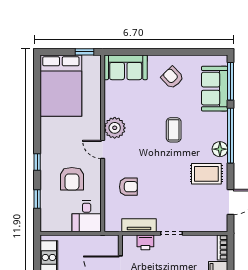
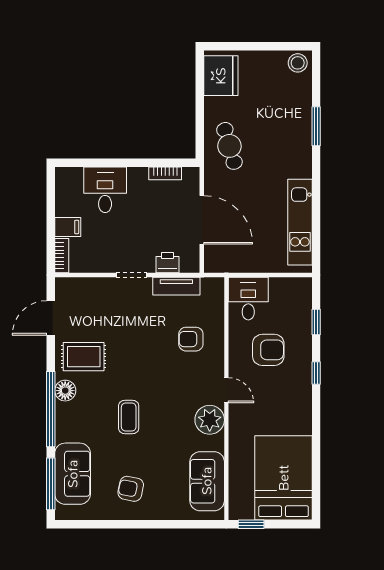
sofa: (126, 67) -> (207, 481), moved, turned -90
armchair: (172, 78) -> (131, 489), turned 145
armchair: (72, 179) -> (268, 350), turned 90

